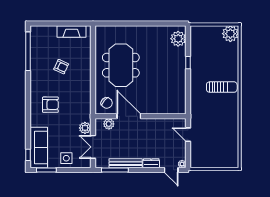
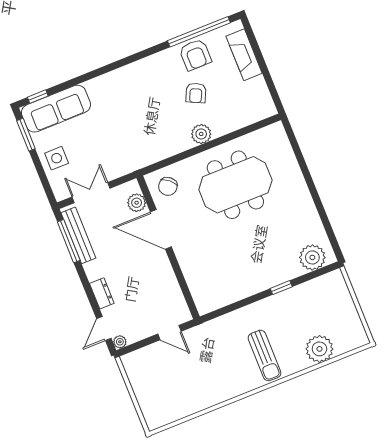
fireplace: (72, 31) -> (244, 55), moved
plant: (230, 34) -> (319, 349), moved
armchair: (50, 105) -> (195, 55), moved
door: (129, 116) -> (161, 229), swing flipped
plant: (85, 128) -> (201, 134), moved
door: (188, 135) -> (169, 333), swing flipped
bench: (126, 163) -> (78, 235), moved

